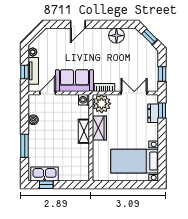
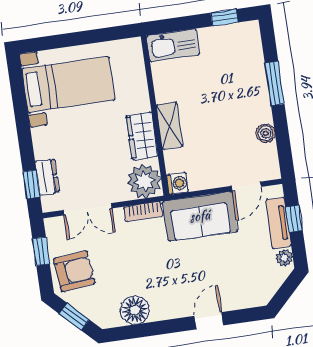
armchair: (146, 61) -> (74, 271), added
kitchen sink: (44, 174) -> (173, 45), moved

